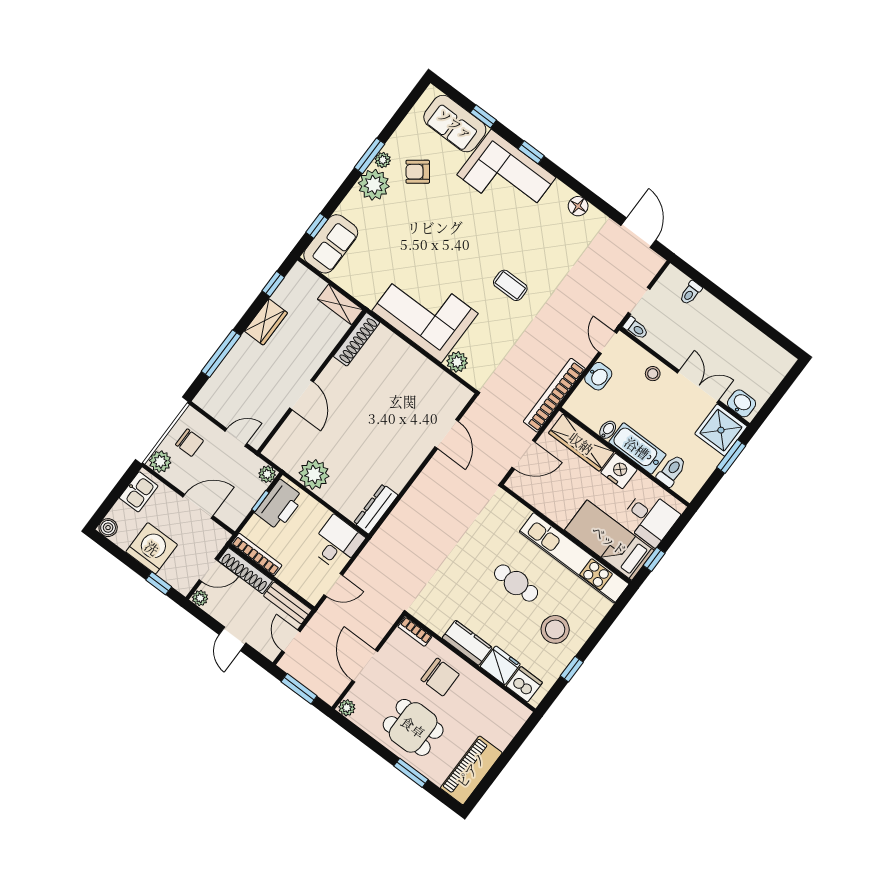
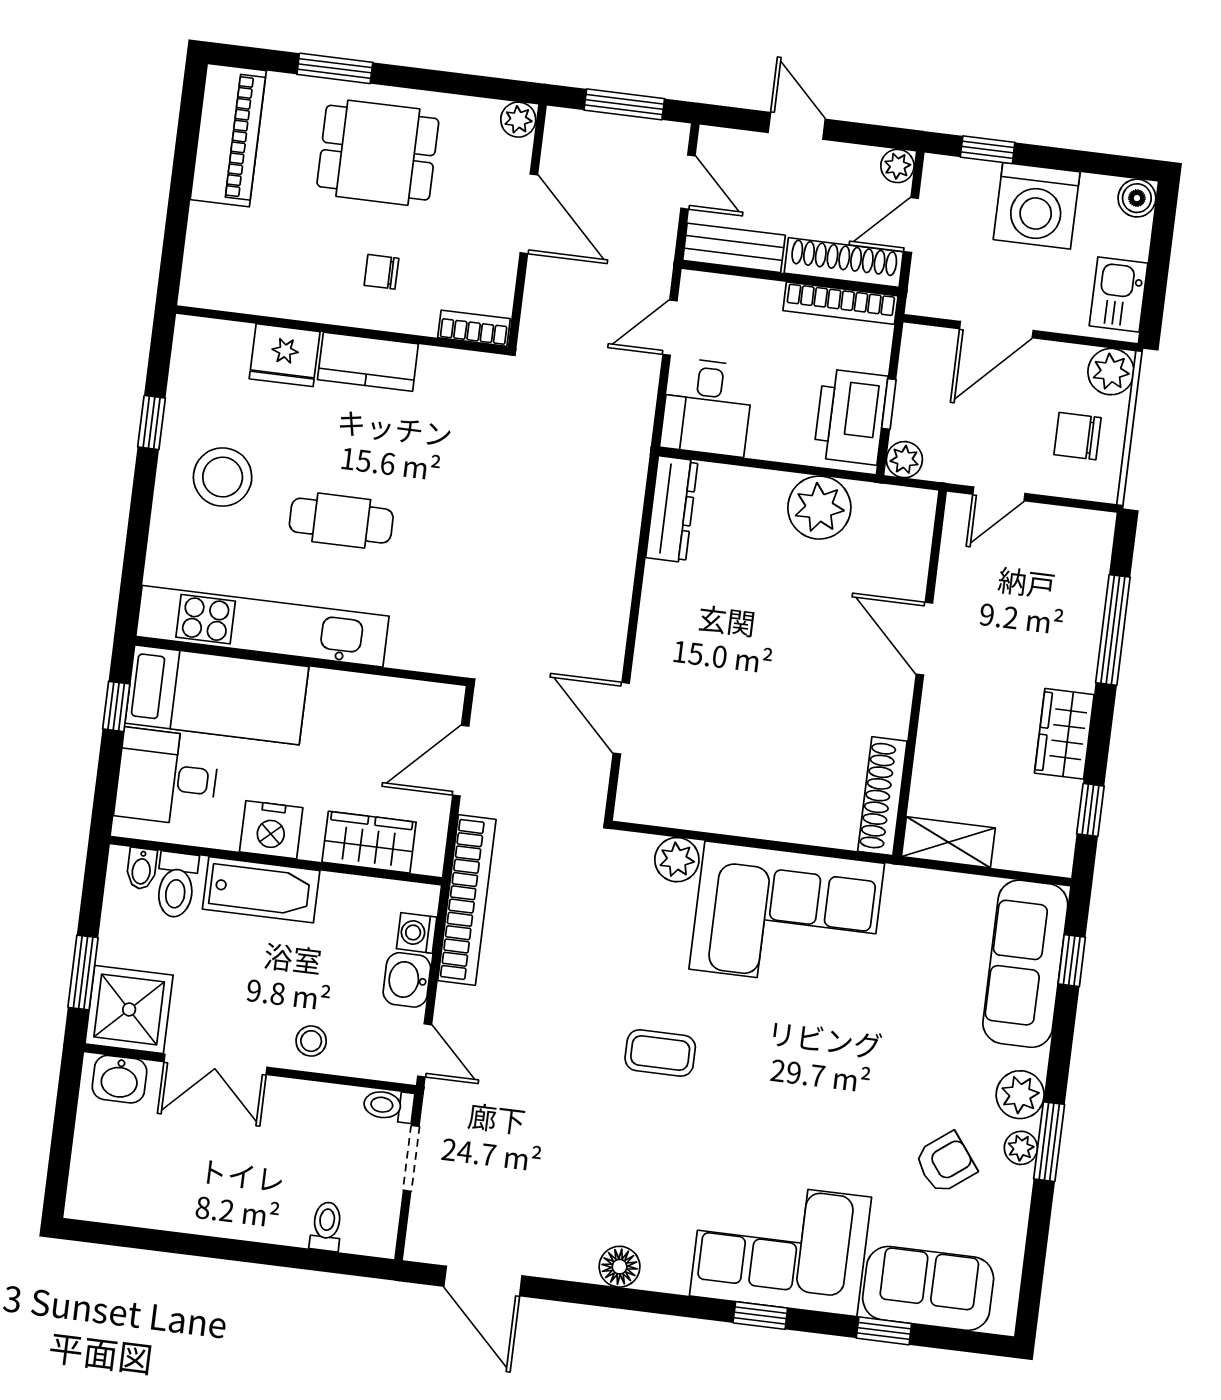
plant: (374, 185) -> (1020, 1095), width x0.73, depth x0.73
sofa: (331, 244) -> (1025, 964), width x1.36
washing machine: (583, 393) -> (417, 933), added
bidet: (608, 430) -> (142, 869), moved
wardrobe: (581, 443) -> (369, 842), width x0.67
chair: (440, 677) -> (381, 272), width x0.54, depth x0.54
dishwasher: (524, 684) -> (221, 346), removed

